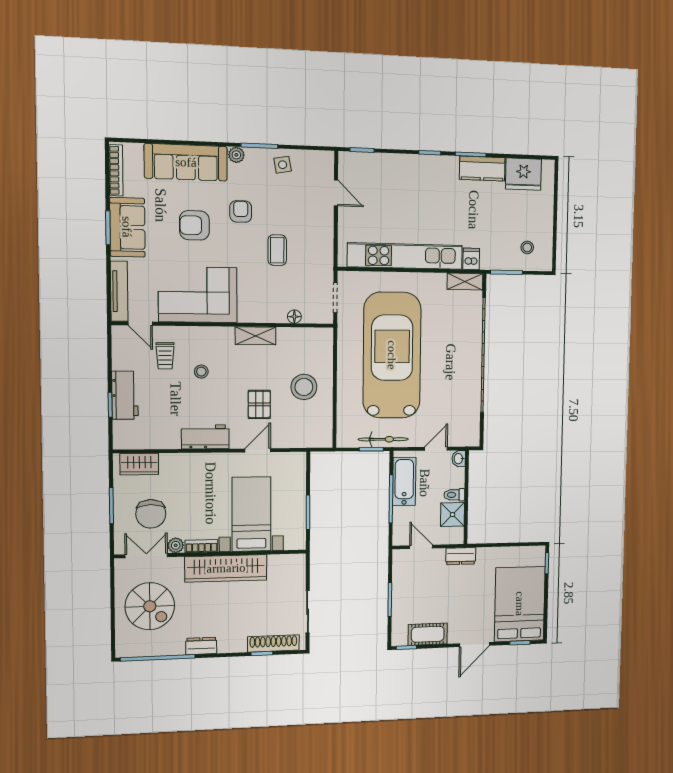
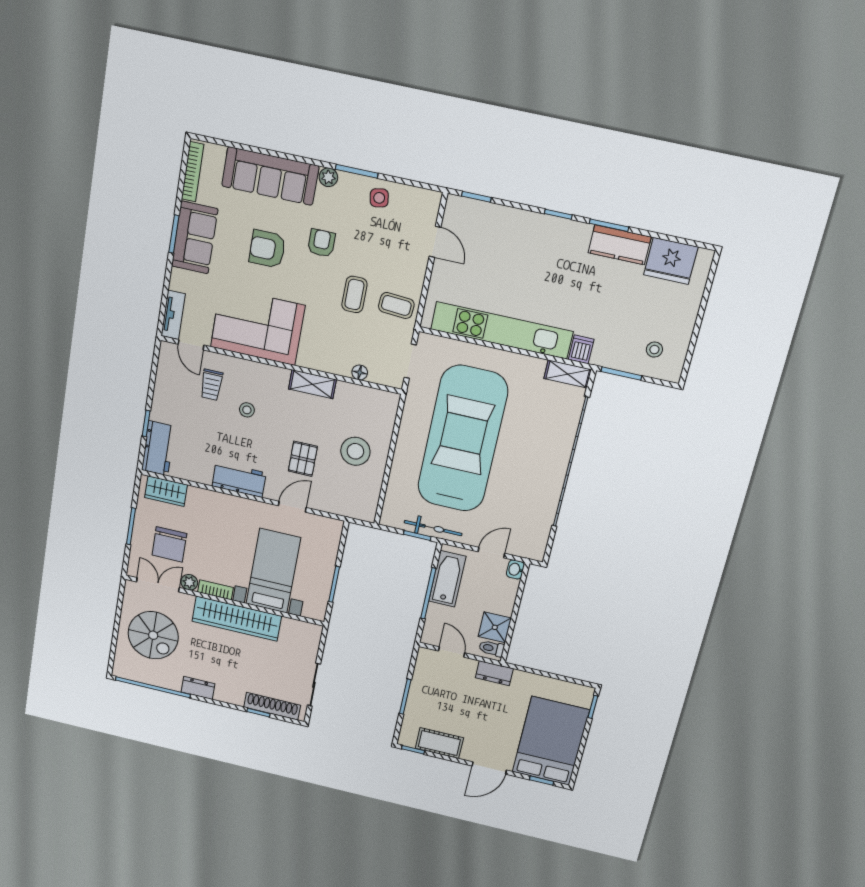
coffee table: (314, 253) -> (396, 305), added
tv unit: (119, 291) -> (173, 315), width x0.71
workbench: (125, 395) -> (158, 448), moved
toilet: (454, 495) -> (492, 648), moved

